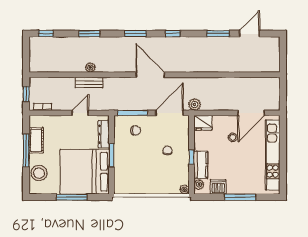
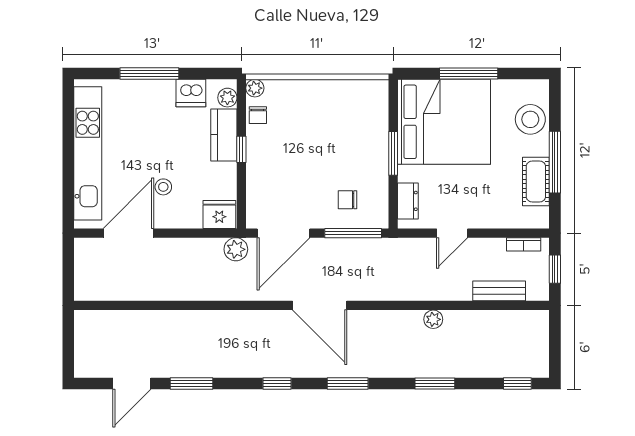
bench: (89, 82) -> (499, 291), moved
dresser: (104, 134) -> (408, 201), width x0.70
chair: (168, 150) -> (258, 115), moved

